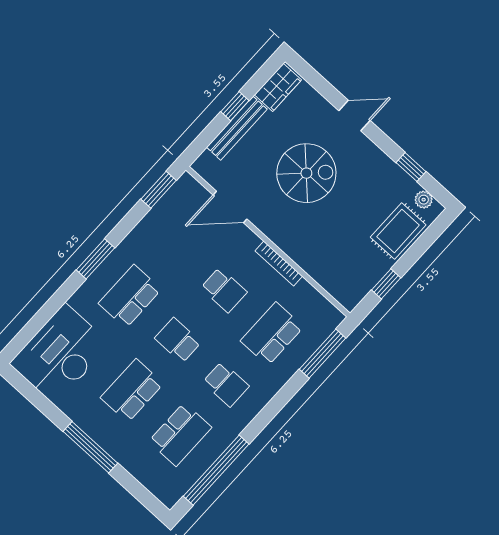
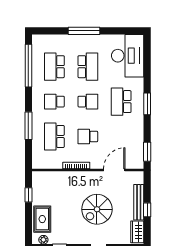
school desk: (130, 296) -> (121, 102), turned 180
school desk: (272, 334) -> (54, 136), turned 180
window: (322, 354) -> (28, 126), moved

